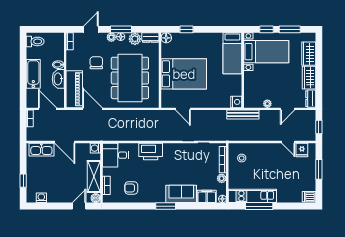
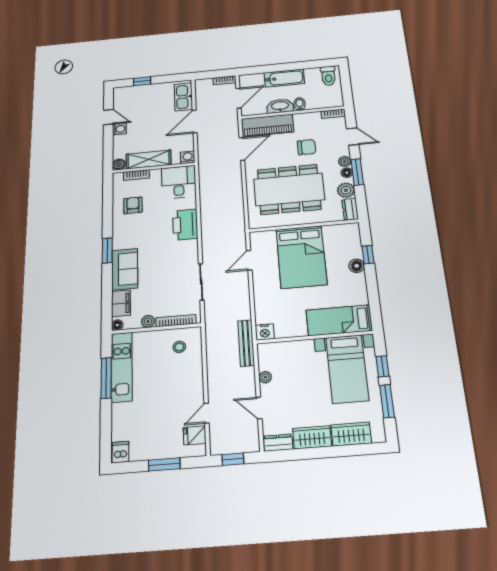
floor lamp: (166, 38) -> (357, 266), moved
washing machine: (41, 198) -> (119, 129), moved
door: (79, 206) -> (108, 117), moved

